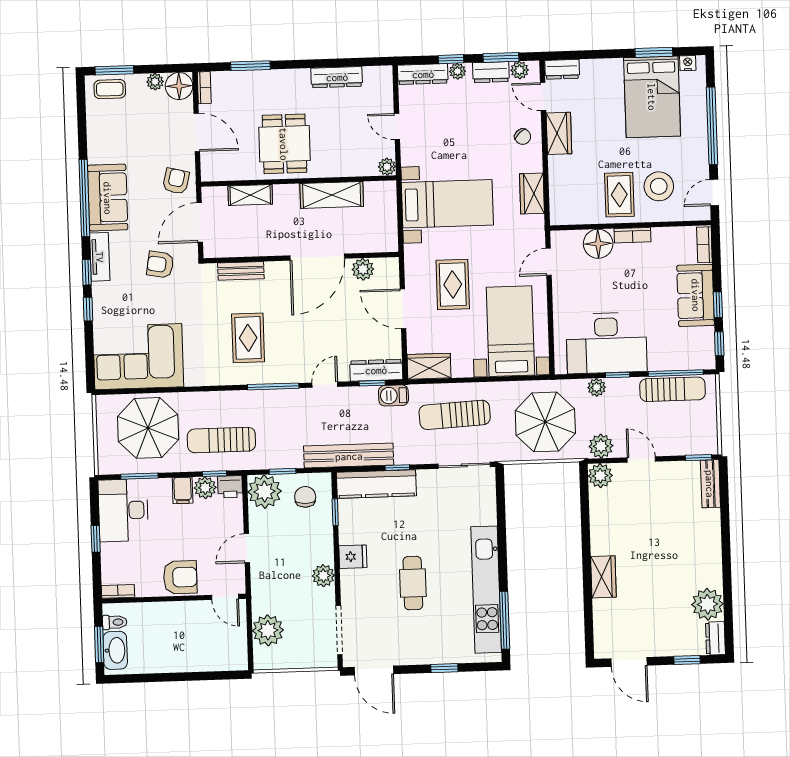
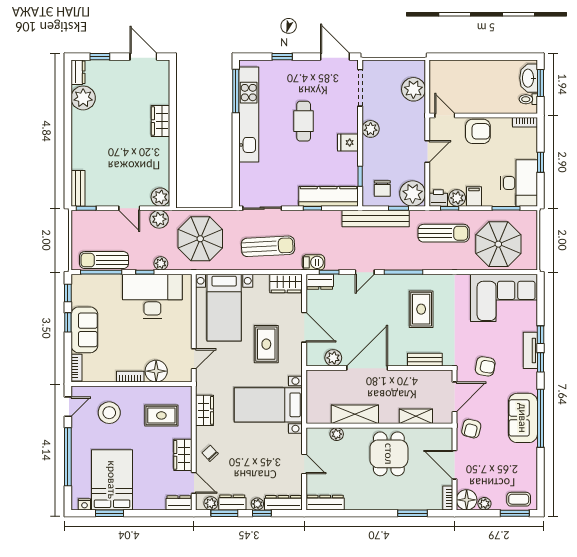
dresser: (337, 77) -> (325, 503), moved
plant: (387, 167) -> (337, 434), moved
rug: (619, 195) -> (161, 415), moved, turned 90
tv unit: (100, 257) -> (530, 350), moved
dresser: (376, 370) -> (320, 282), width x0.70
bench: (349, 456) -> (376, 218), moved
armchair: (180, 577) -> (478, 131), turned 180

